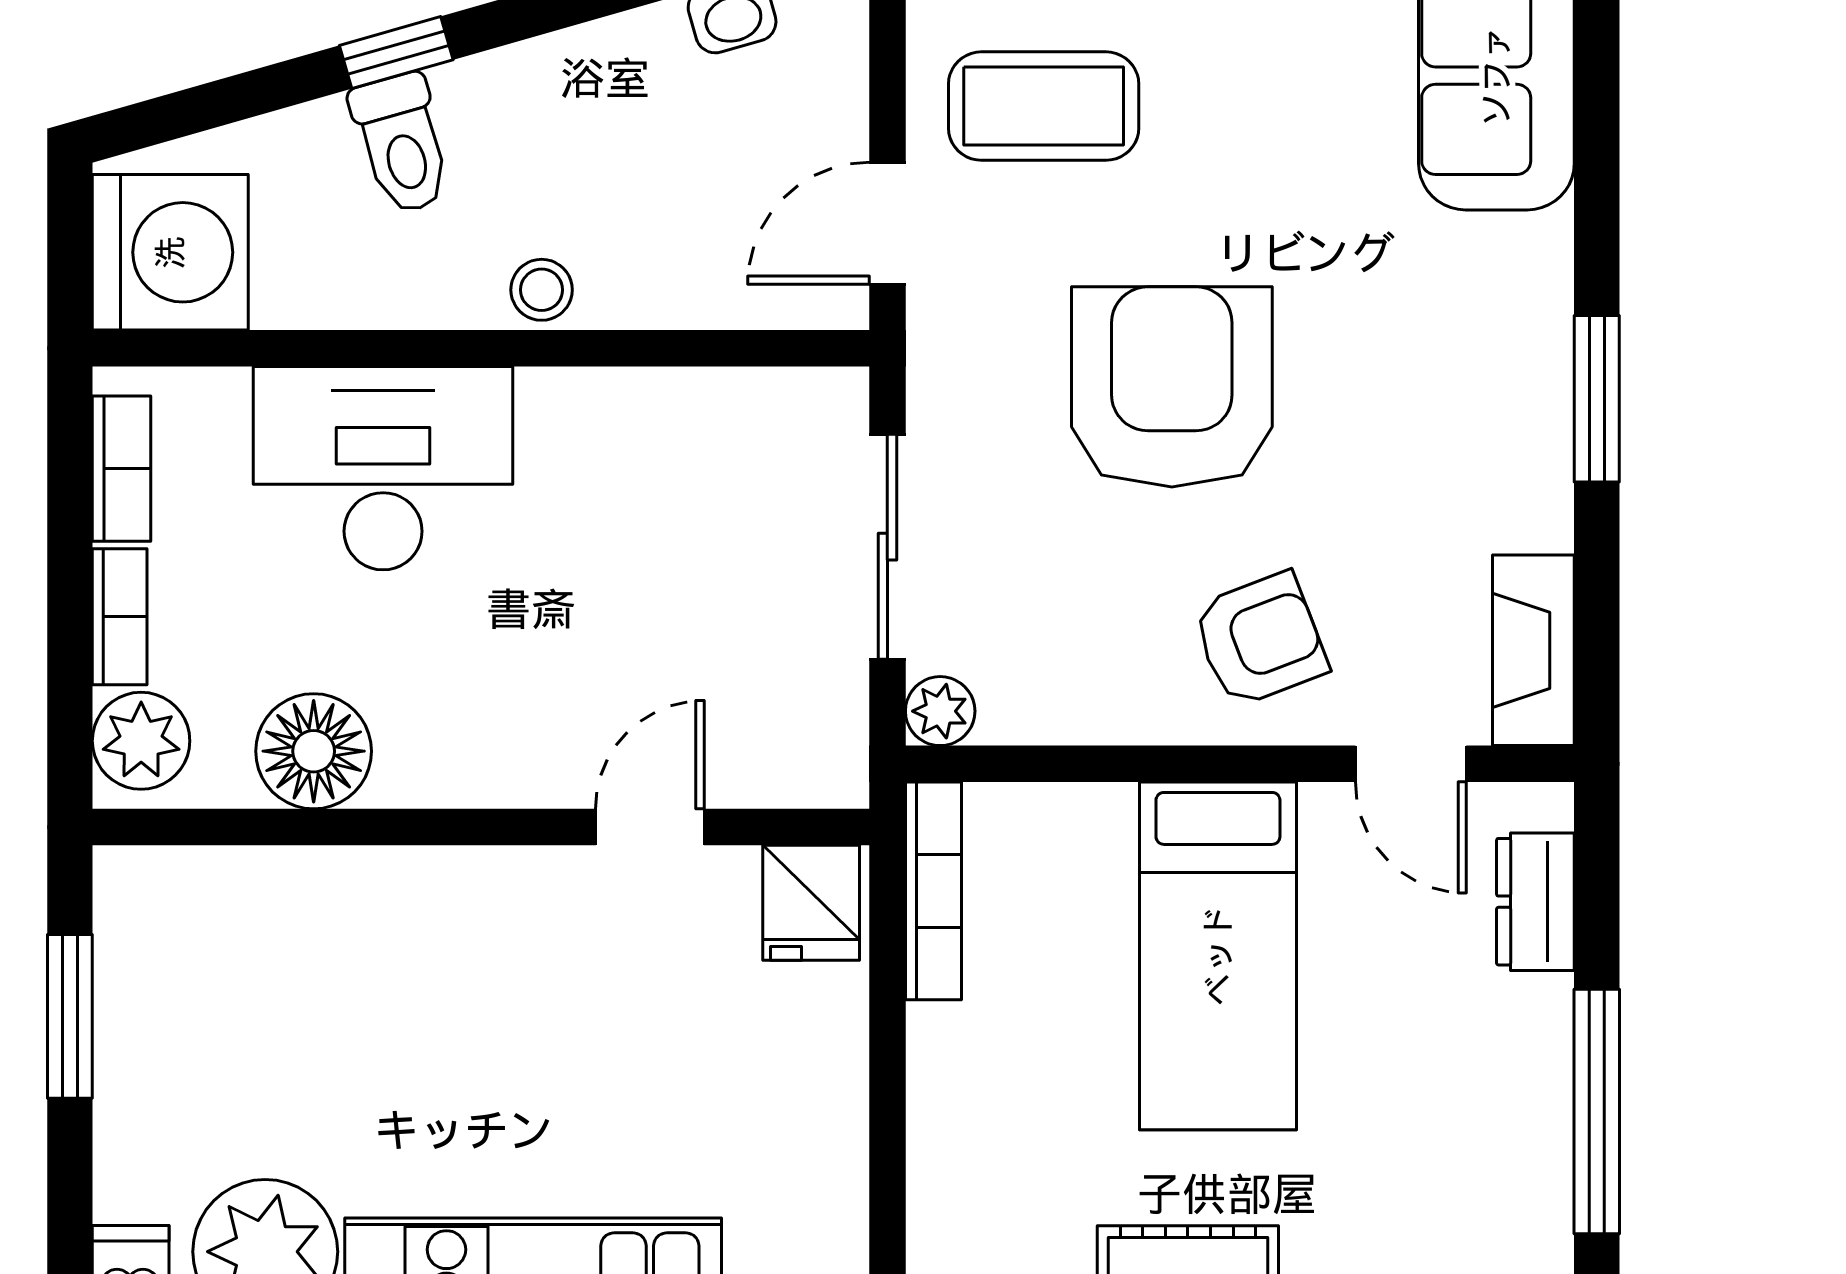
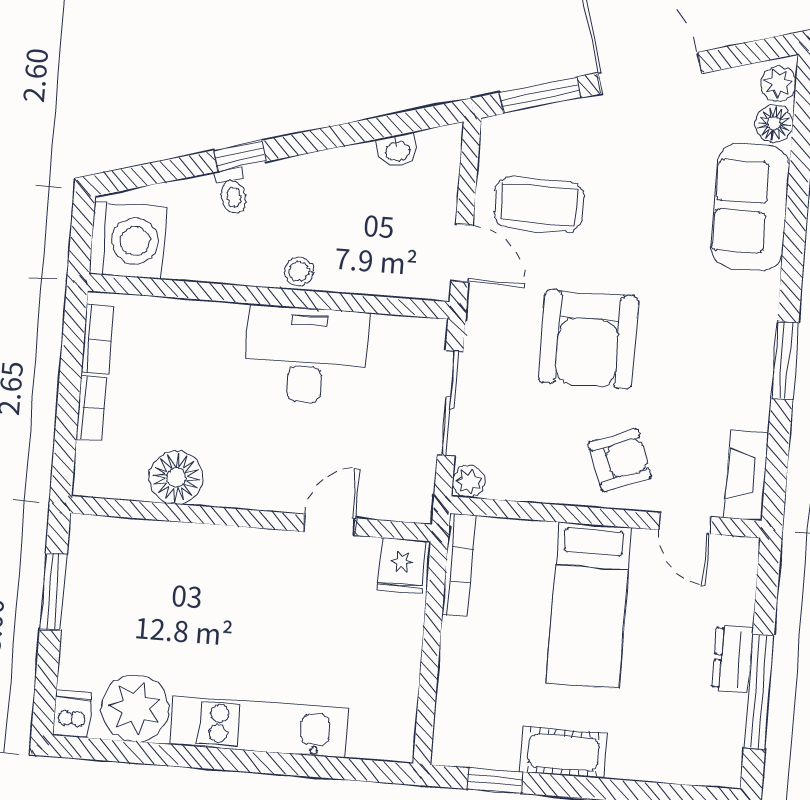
toilet: (402, 144) -> (233, 191), width x0.73, depth x0.72
door: (887, 223) -> (462, 253), swing flipped
armchair: (1172, 387) -> (588, 340), turned 180
desk: (383, 468) -> (307, 355), moved
plant: (141, 741) -> (96, 466), removed
dresser: (1535, 902) -> (733, 658), moved

